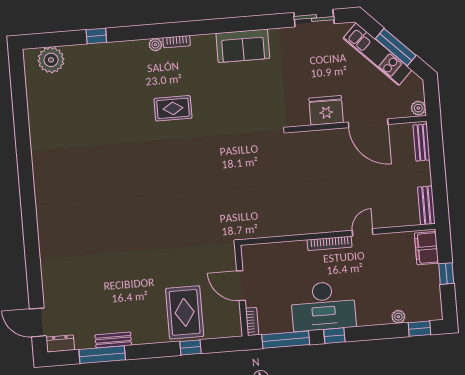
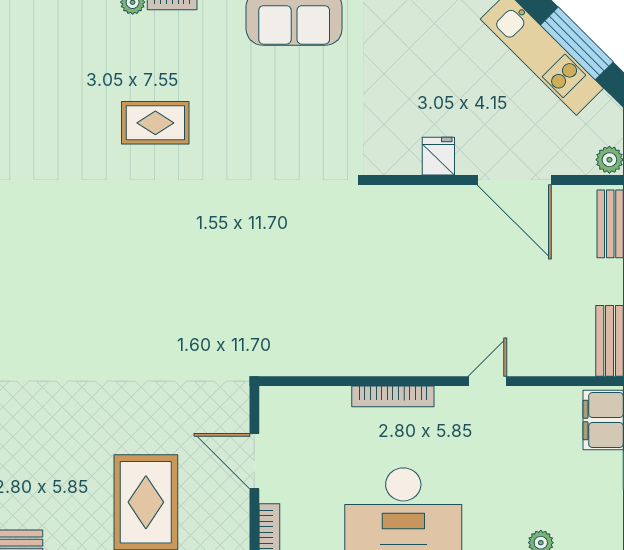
fridge: (326, 110) -> (438, 156), width x0.53, depth x0.75
bookcase: (330, 243) -> (393, 396), moved

